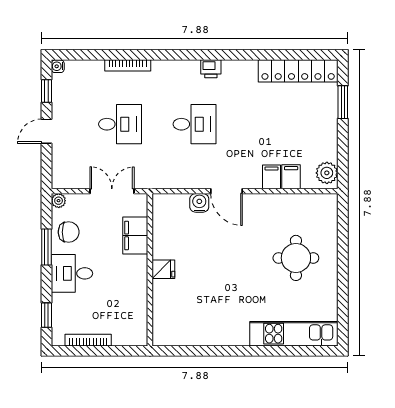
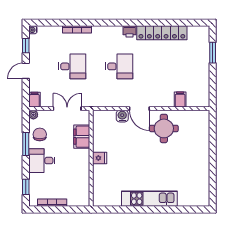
locker: (298, 71) -> (162, 33), moved
plant: (327, 173) -> (203, 97), removed
filing cabinet: (272, 177) -> (34, 100), moved
chair: (69, 232) -> (40, 134), turned -90
round table: (296, 258) -> (164, 128), moved
kitchen unit: (294, 334) -> (149, 199), moved

